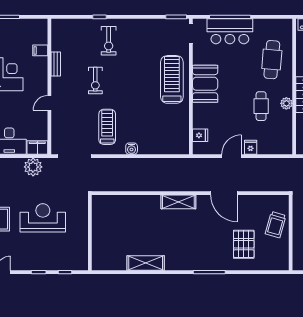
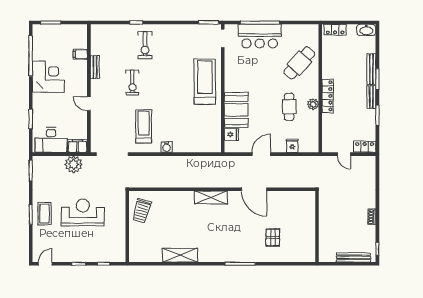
cafe table: (272, 60) -> (299, 63), turned 37
booth: (205, 84) -> (236, 110), moved
door: (49, 103) -> (89, 104), hinge flipped
fridge: (251, 147) -> (292, 146), moved
trolley: (276, 225) -> (142, 211), moved
pallet: (244, 244) -> (273, 237), width x0.67, depth x0.71

